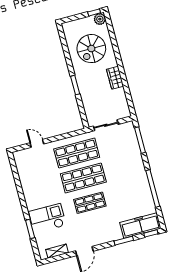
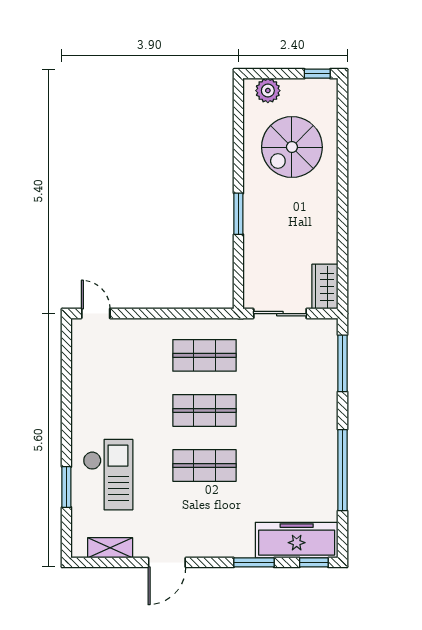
plant: (100, 19) -> (268, 91), moved
wardrobe: (115, 78) -> (325, 287), moved
door: (37, 143) -> (96, 314), moved
shop shelf: (77, 153) -> (204, 355), width x0.70, depth x0.74
shop shelf: (83, 178) -> (204, 410), width x0.70, depth x0.74
checkout: (47, 218) -> (108, 475), turned 90

